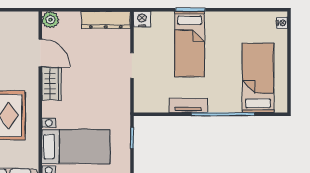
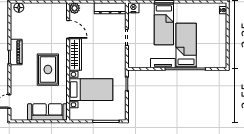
bed: (258, 78) -> (186, 46), moved
wardrobe: (52, 84) -> (75, 54), width x1.50

